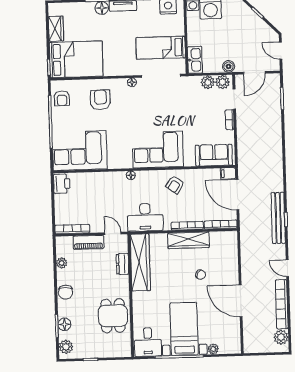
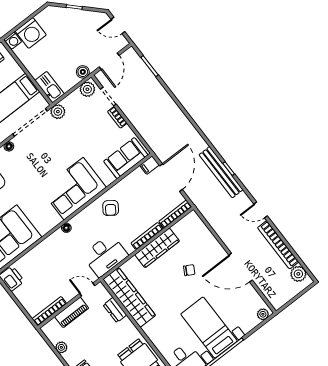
plant: (208, 82) -> (58, 112), moved
door: (237, 195) -> (171, 178), swing flipped
plant: (213, 349) -> (263, 314), moved

